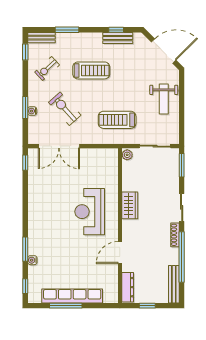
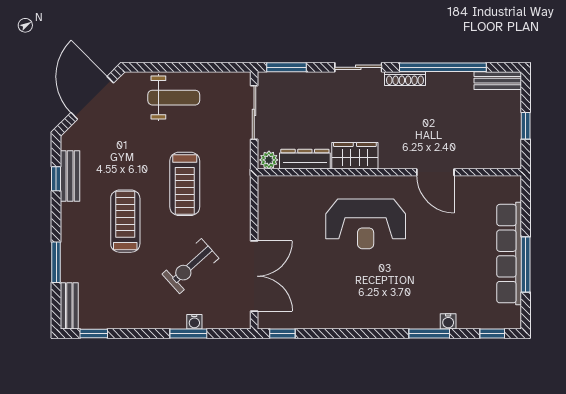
exercise bike: (47, 68) -> (122, 296), removed
treadmill: (117, 120) -> (185, 184), moved
bench: (174, 284) -> (498, 81), width x0.73
dresser: (128, 287) -> (305, 159), moved

